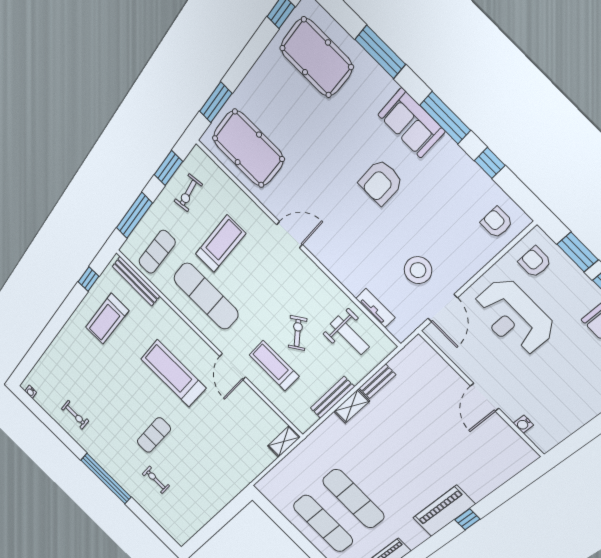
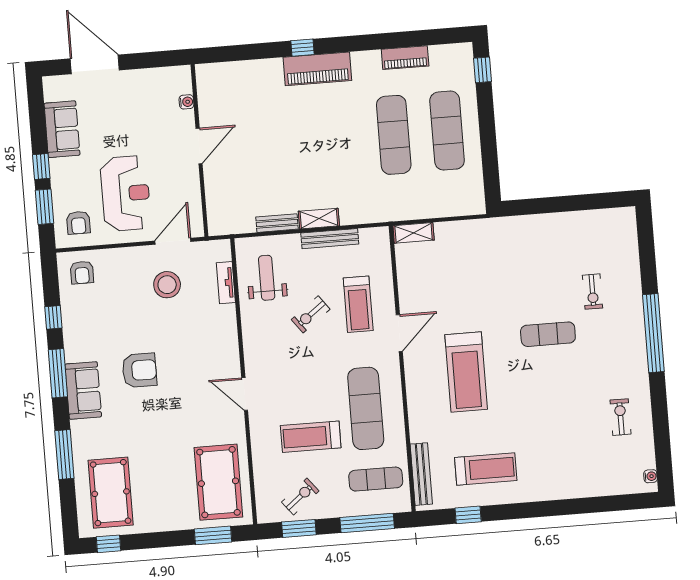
exercise bike: (188, 193) -> (300, 497), turned -31

